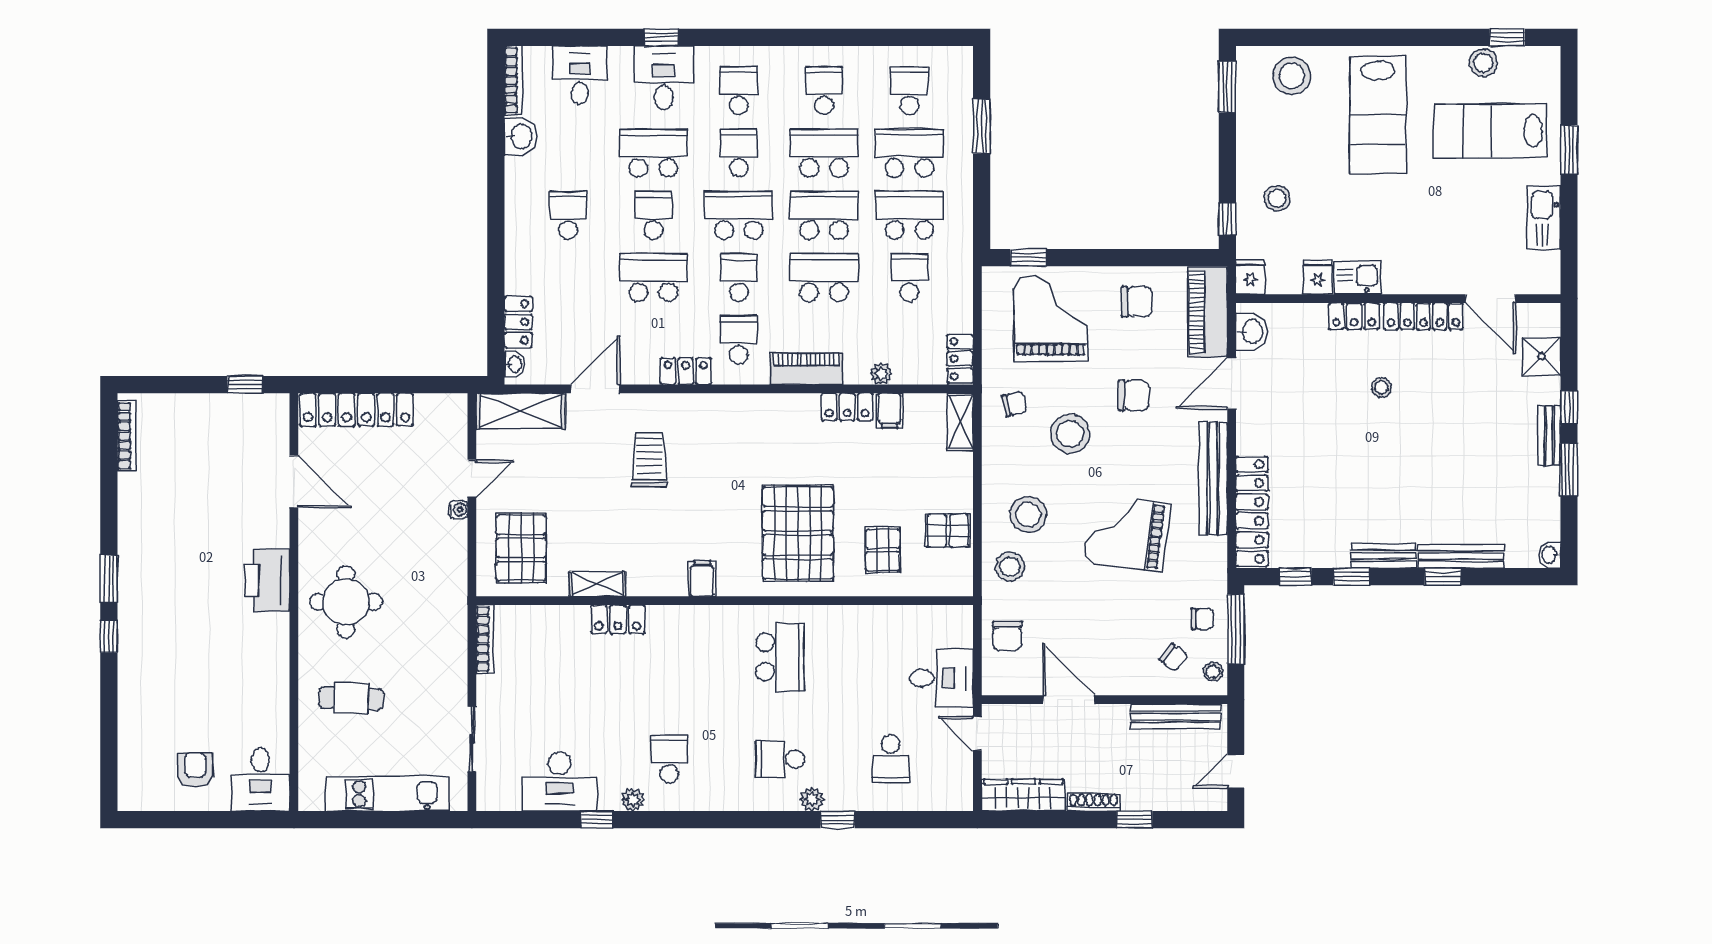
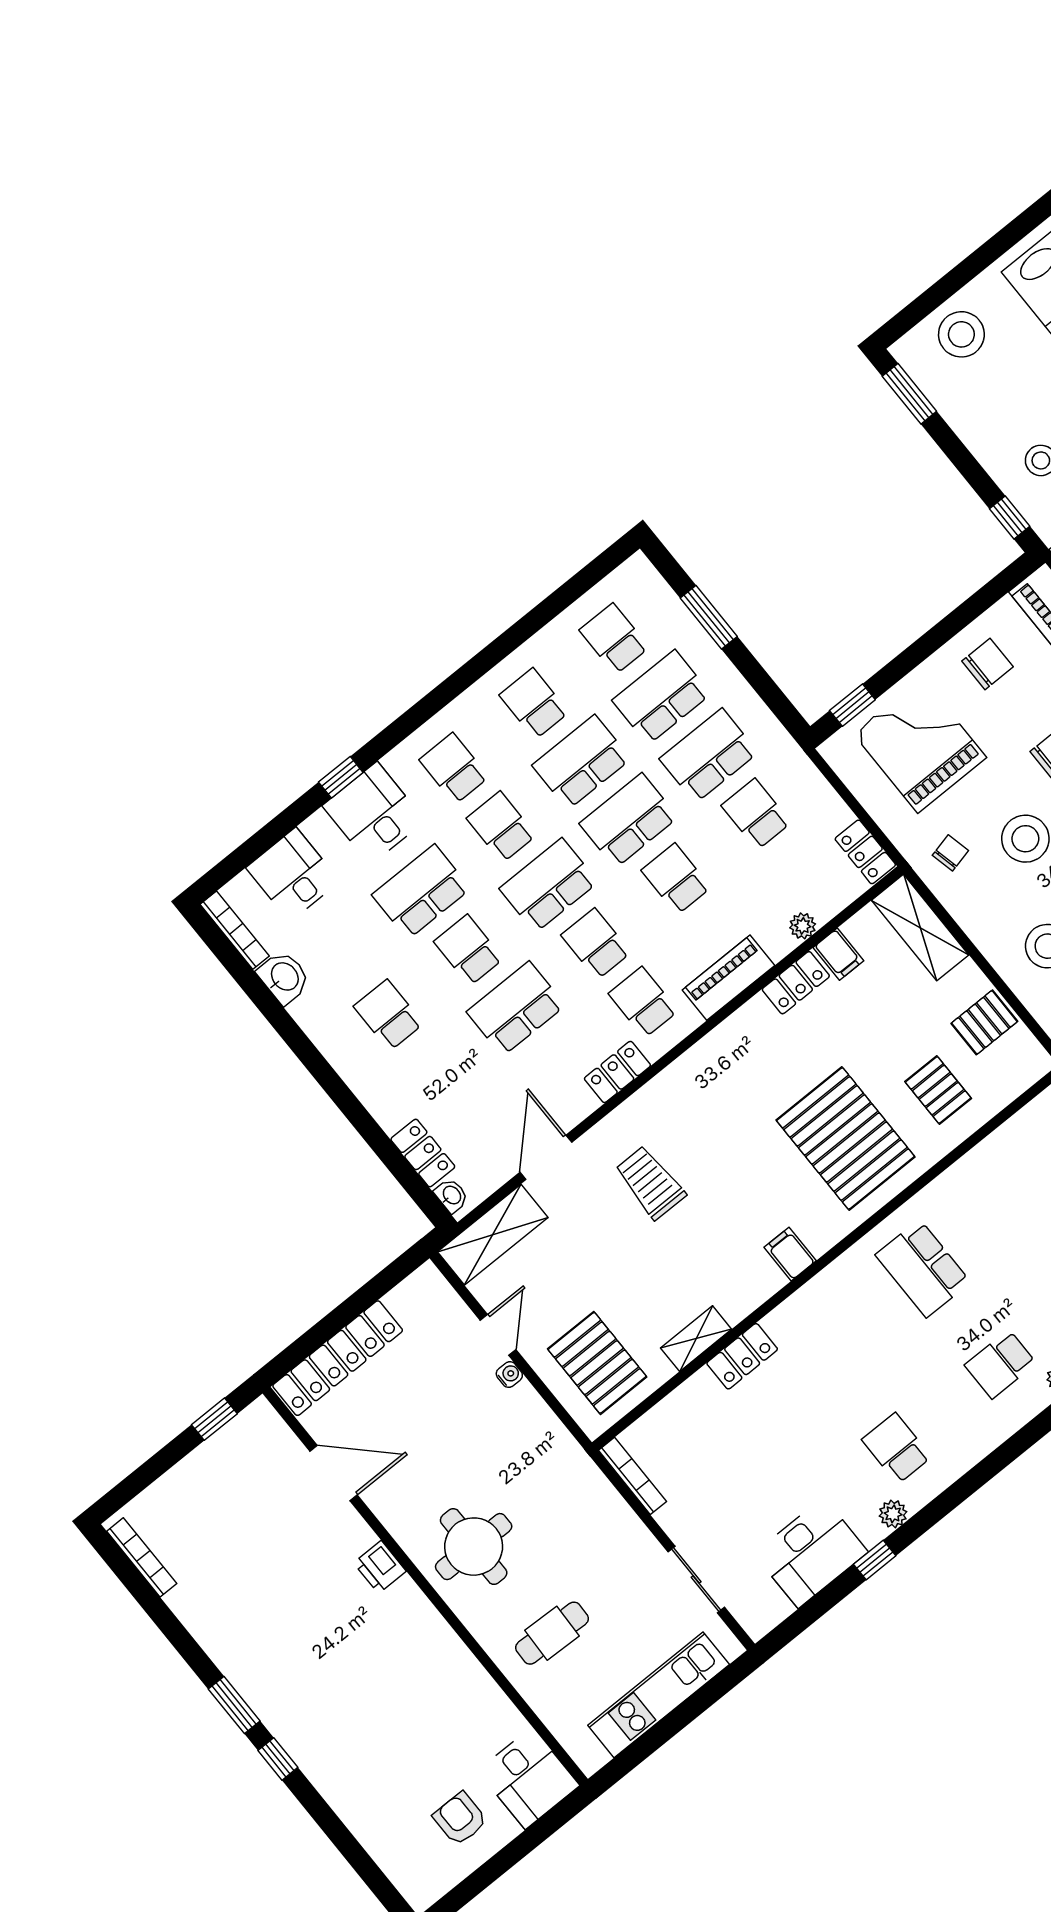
school desk: (824, 278) -> (676, 879), width x0.54
shelving: (960, 422) -> (920, 928), width x1.50, depth x1.33
printer: (268, 580) -> (380, 1567), width x0.53, depth x0.68
school desk: (780, 657) -> (923, 1268), turned 180

